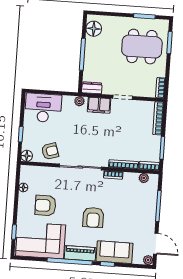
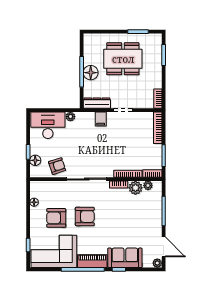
floor lamp: (94, 29) -> (91, 73), moved
dining table: (142, 47) -> (123, 59), moved
dresser: (92, 88) -> (97, 103), width x1.44
plant: (79, 101) -> (70, 117), moved
filing cabinet: (99, 105) -> (101, 119), width x0.50
floor lamp: (27, 156) -> (35, 160), moved
plant: (131, 180) -> (135, 188), added
armchair: (93, 217) -> (85, 217), moved, turned -90

